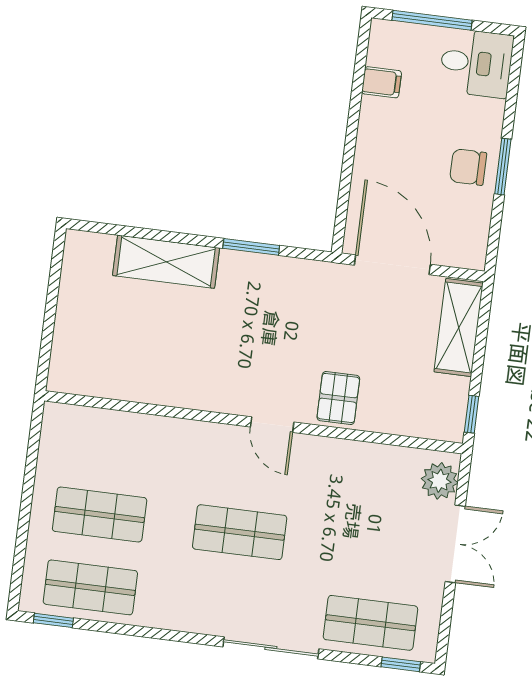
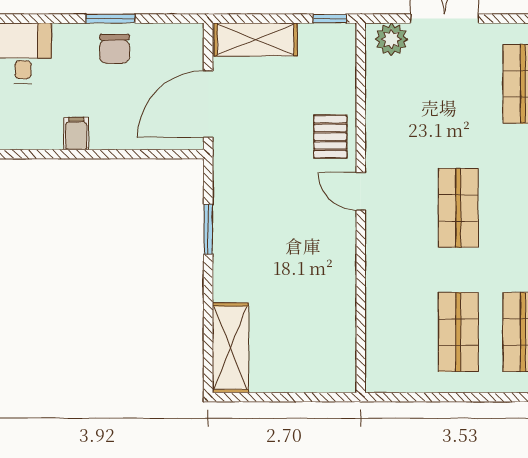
filing cabinet: (382, 82) -> (76, 134), moved
shelving: (166, 262) -> (230, 348), moved
pallet: (338, 398) -> (330, 137), turned 90
door: (272, 425) -> (361, 191), swing flipped

